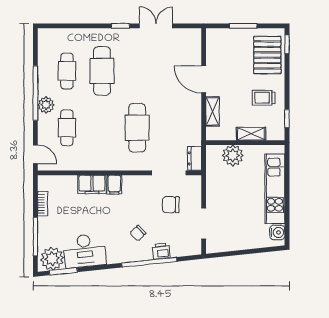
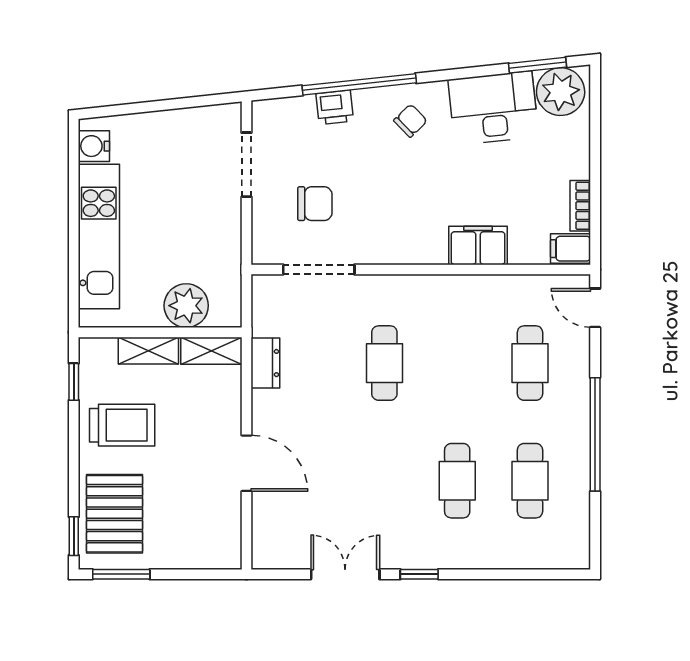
double door: (156, 26) -> (345, 574), swing flipped
window: (243, 26) -> (121, 574), moved
cafe table: (102, 71) -> (457, 481), width x0.73, depth x0.74
trolley: (264, 98) -> (122, 425), width x1.36, depth x1.39
plant: (46, 105) -> (573, 410), removed
shelving: (213, 111) -> (211, 351), moved, turned 90
cafe table: (137, 128) -> (384, 363), width x0.73, depth x0.74
dresser: (195, 158) -> (265, 363), moved
filing cabinet: (114, 185) -> (571, 249), moved, turned -90
chair: (138, 233) -> (410, 121), moved
window: (35, 237) -> (595, 138), removed

